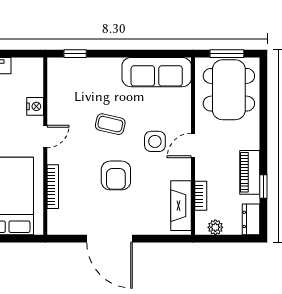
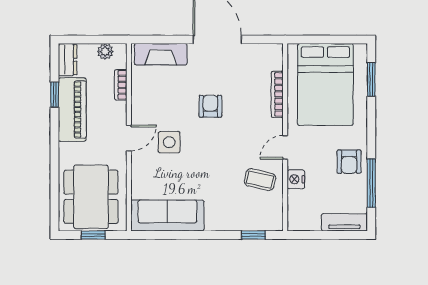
window: (227, 54) -> (93, 235), width x0.67
coffee table: (110, 124) -> (260, 180), moved
piano: (250, 172) -> (72, 110), width x1.37, depth x1.33
armchair: (116, 175) -> (210, 106), width x0.72, depth x0.72
fireplace: (181, 206) -> (161, 54), moved, turned 90

